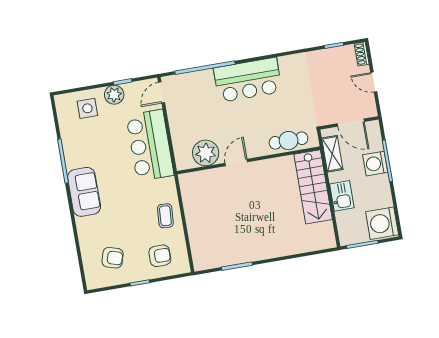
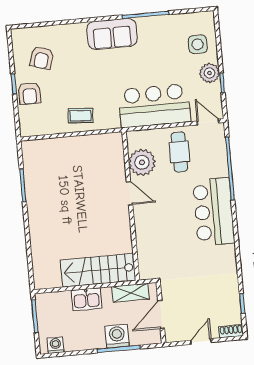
cafe table: (289, 141) -> (179, 152), moved
washing machine: (382, 223) -> (56, 345), width x0.53, depth x0.53
armchair: (160, 256) -> (30, 93), moved

